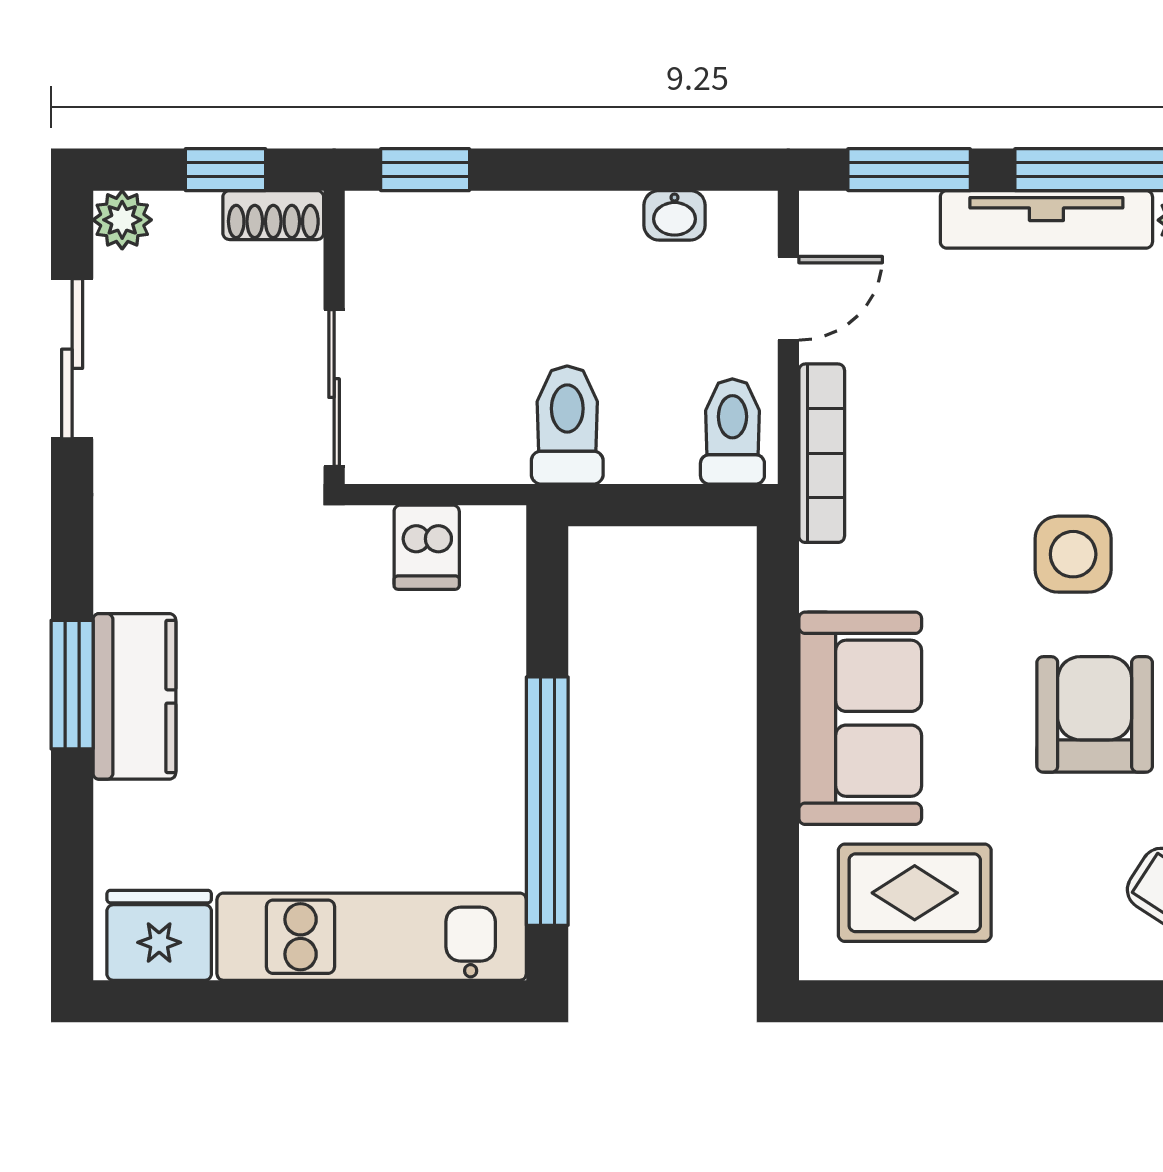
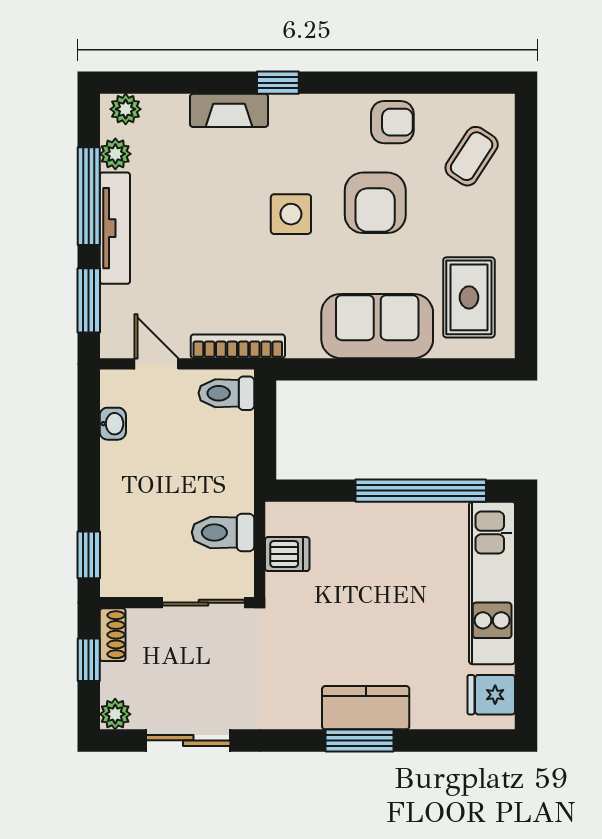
toilet: (567, 425) -> (223, 532), moved
armchair: (1095, 714) -> (375, 203), turned -90
fridge: (159, 935) -> (491, 695), width x0.72

